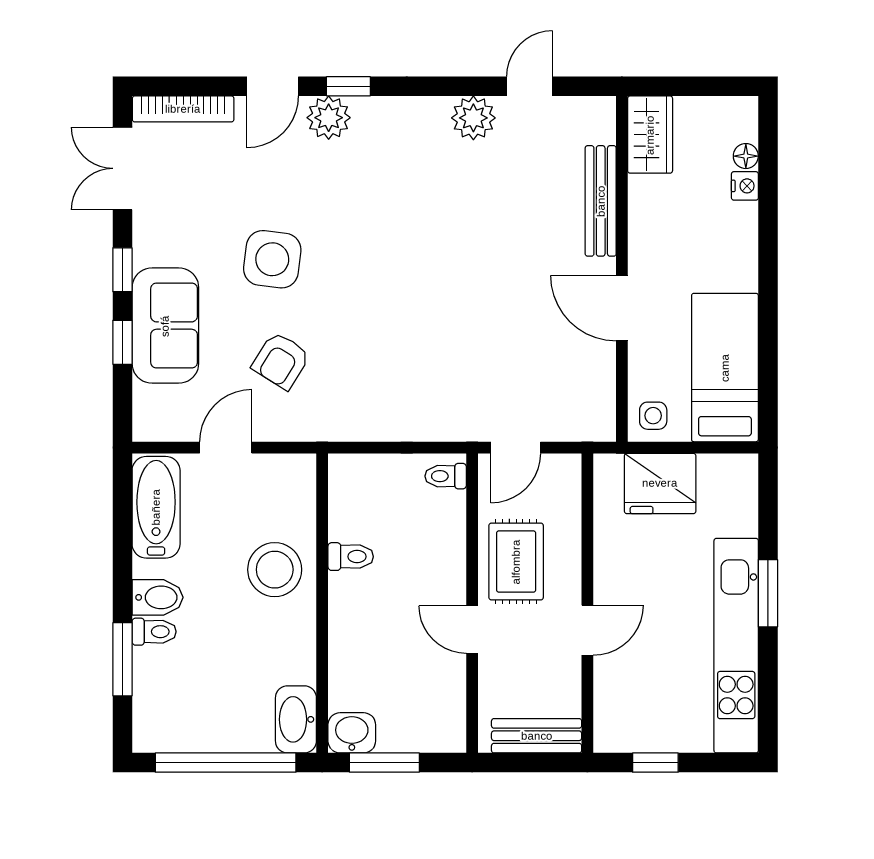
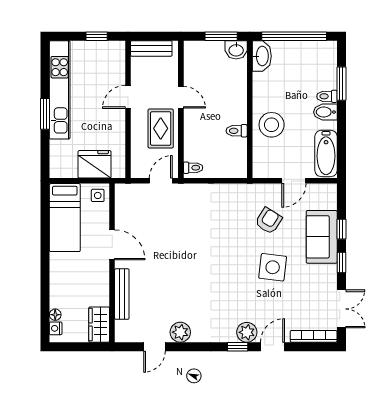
nightstand: (745, 186) -> (56, 328), moved

